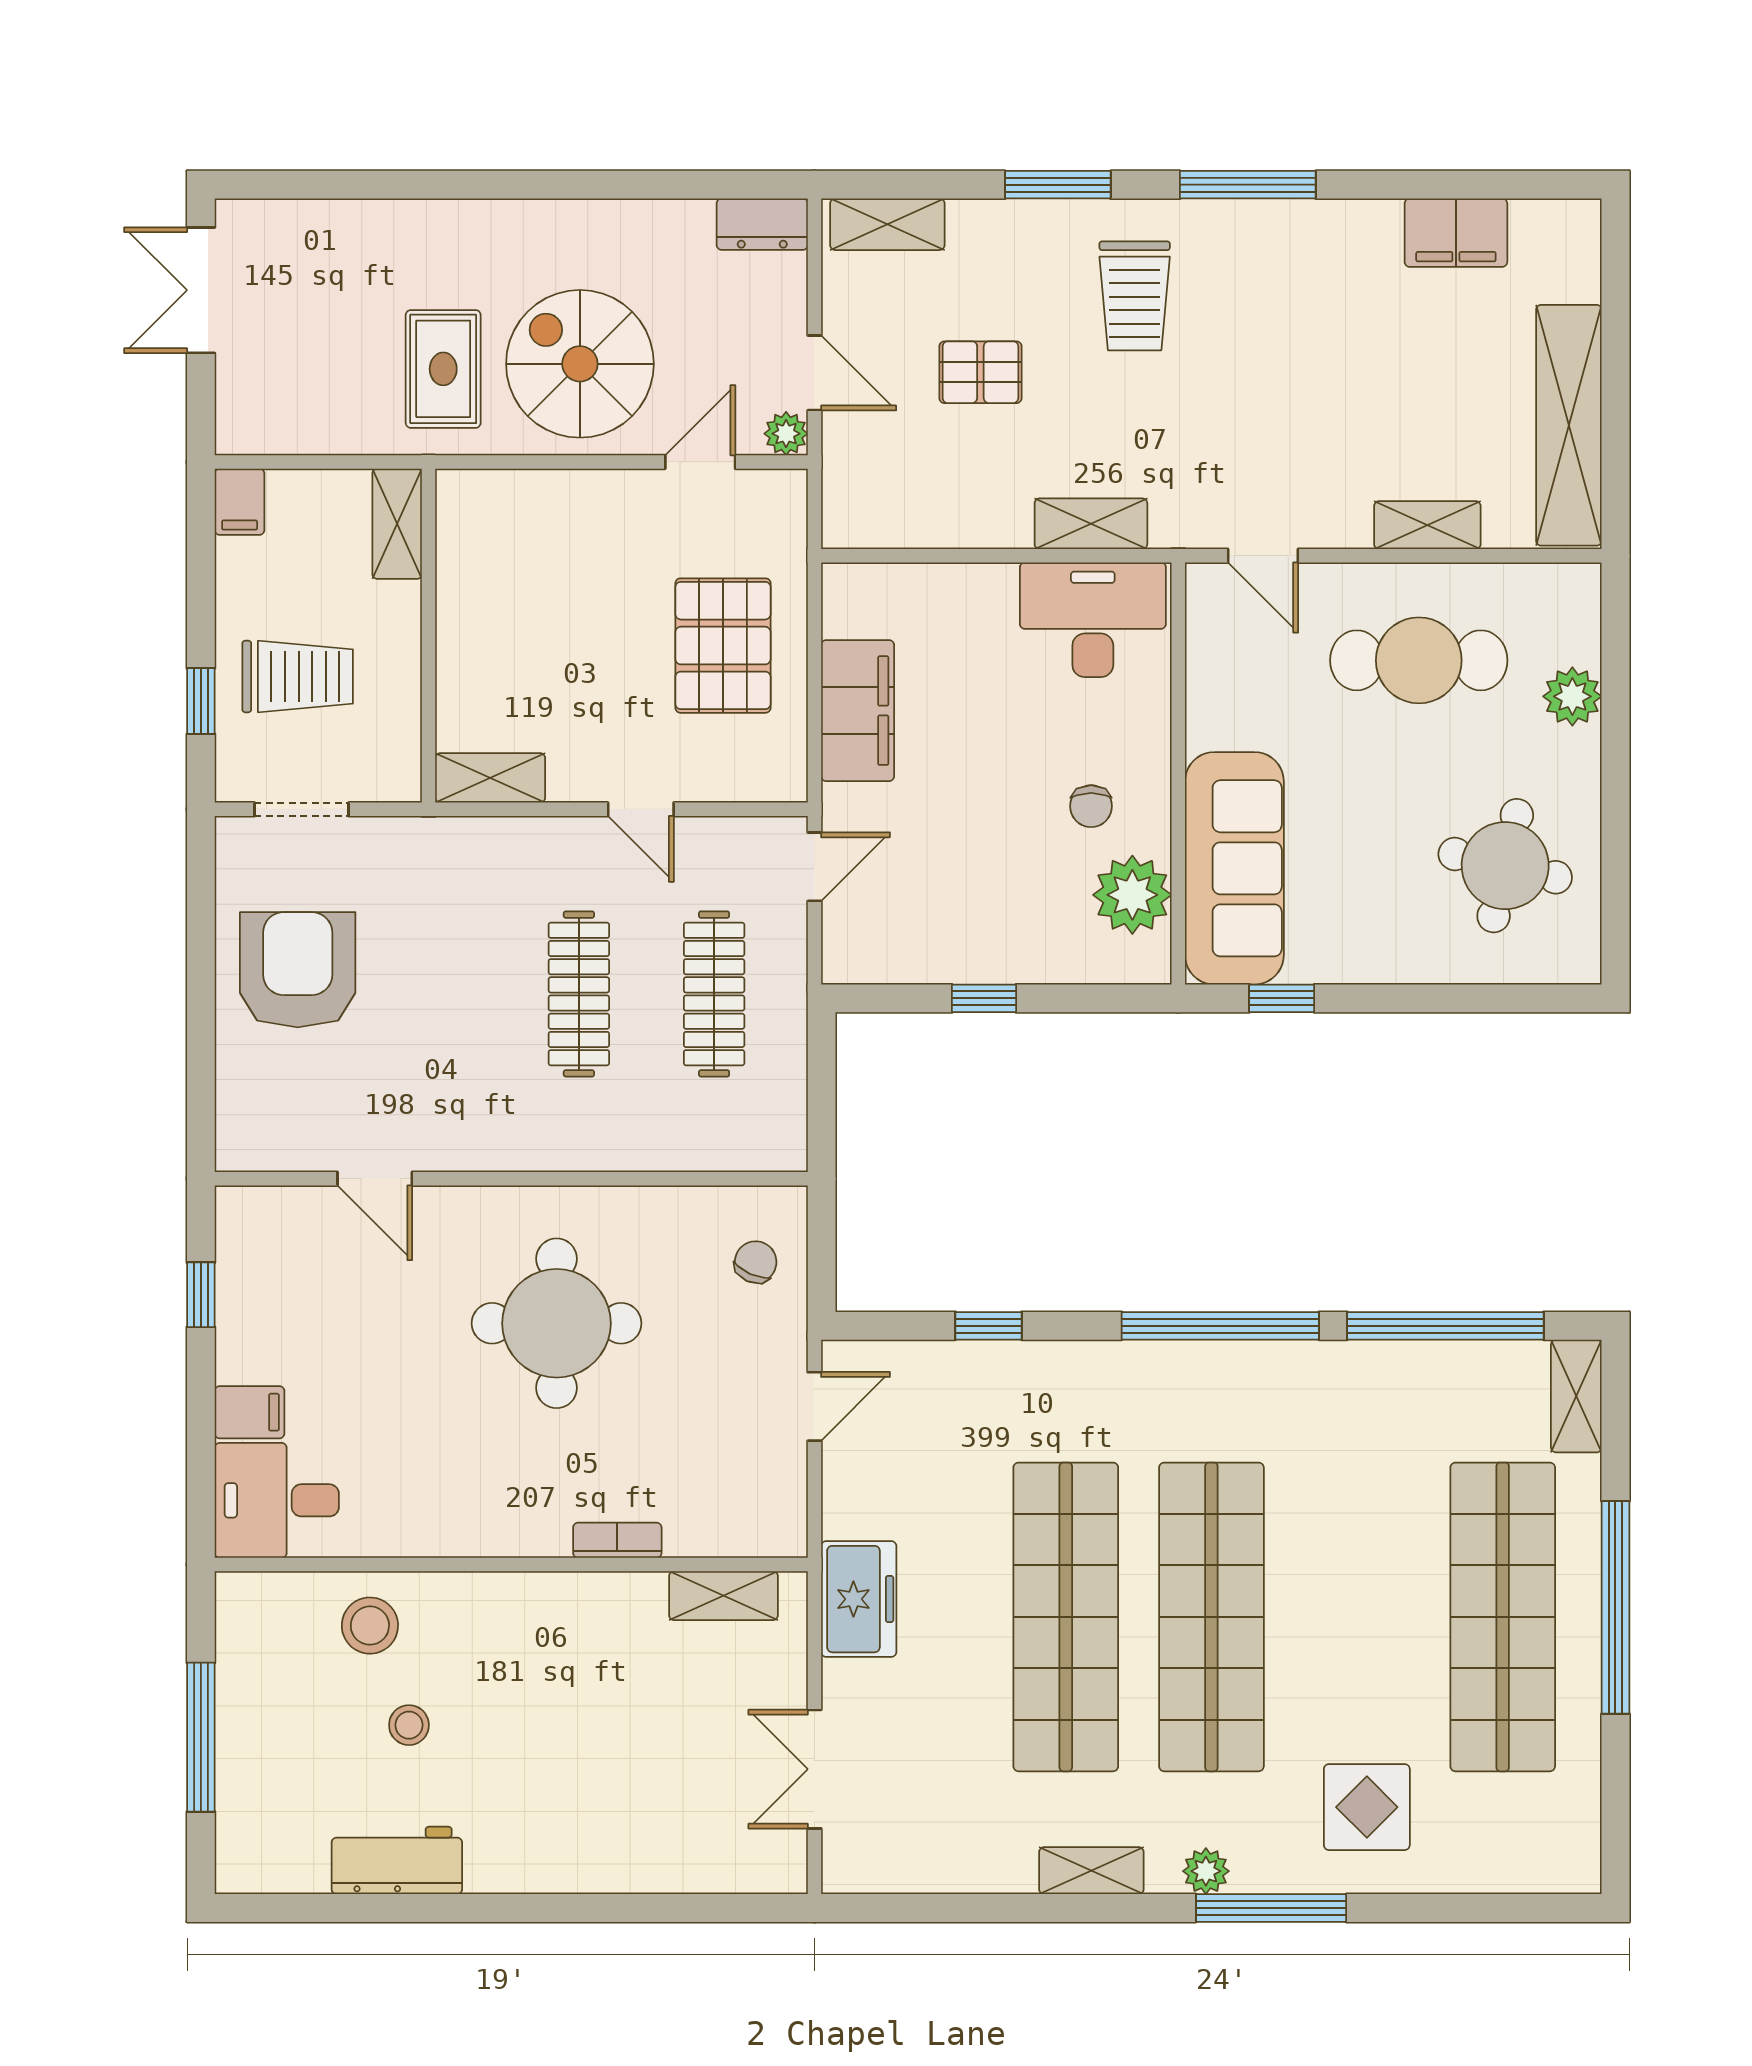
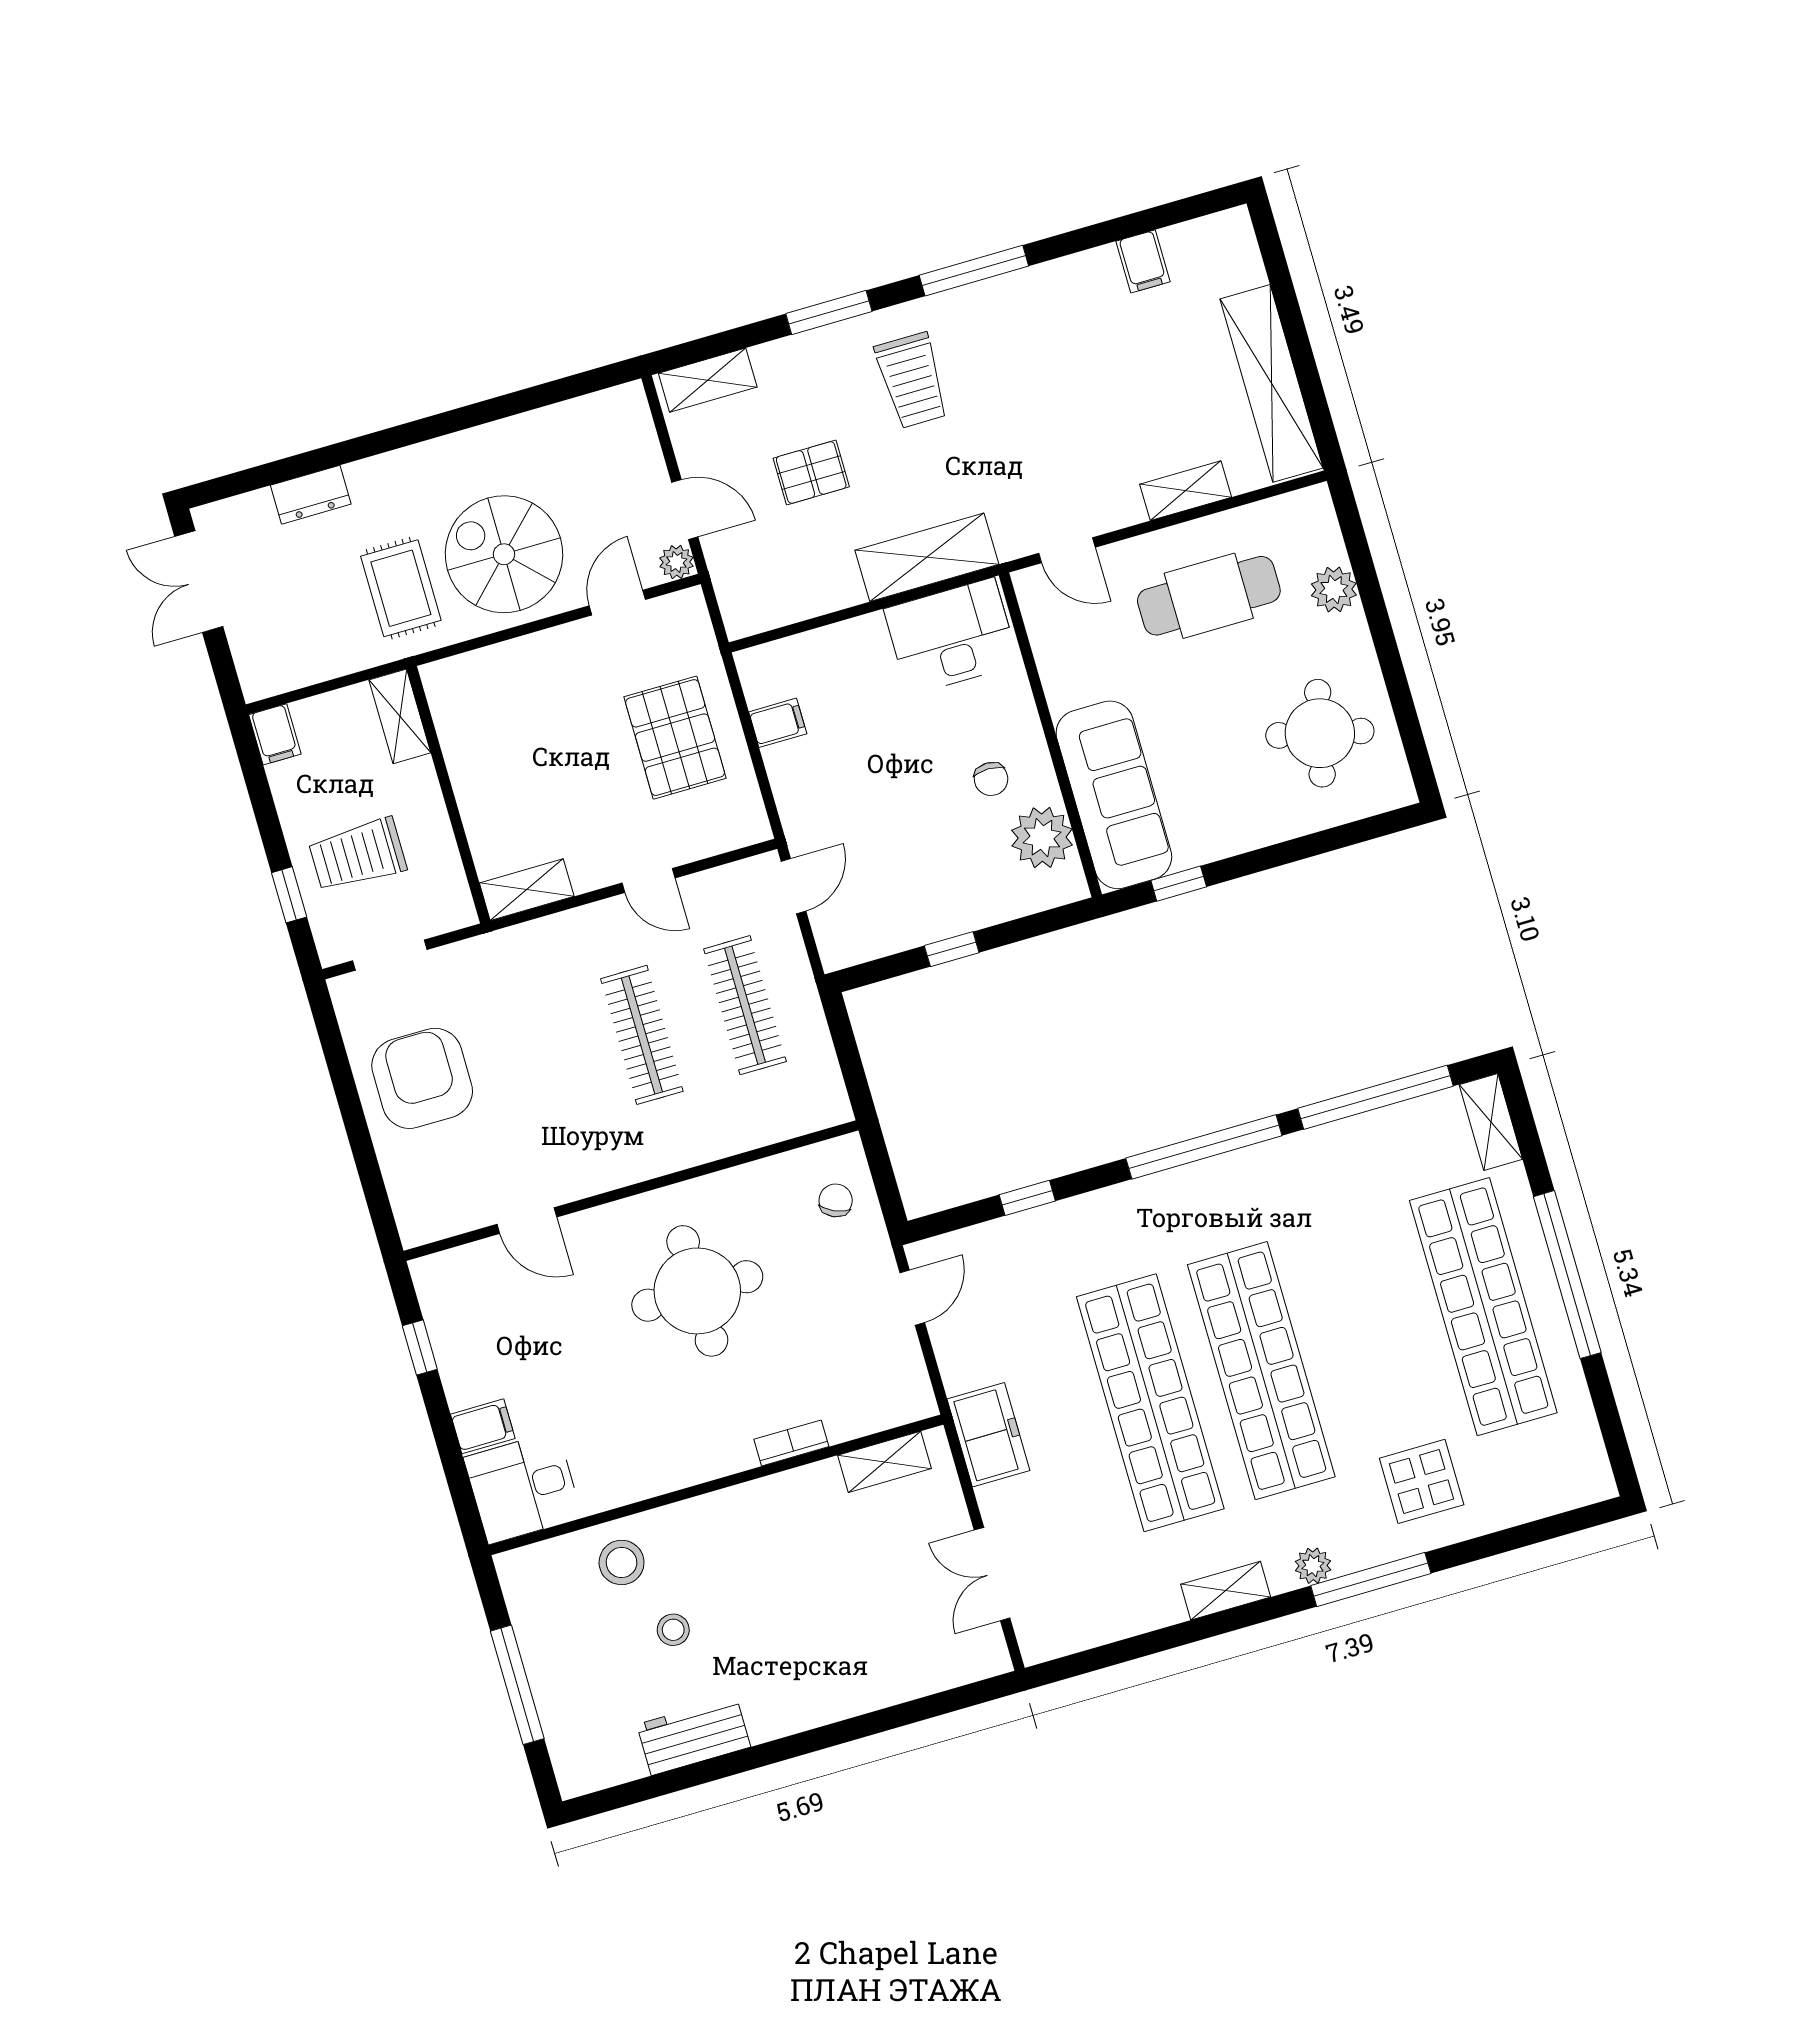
dresser: (762, 224) -> (311, 495), moved
filing cabinet: (1456, 233) -> (1143, 261), width x0.50
shelving: (1091, 524) -> (927, 557), width x1.50, depth x1.33
trolley: (298, 676) -> (358, 855), turned 180
filing cabinet: (858, 711) -> (778, 723), width x0.33, depth x0.86

